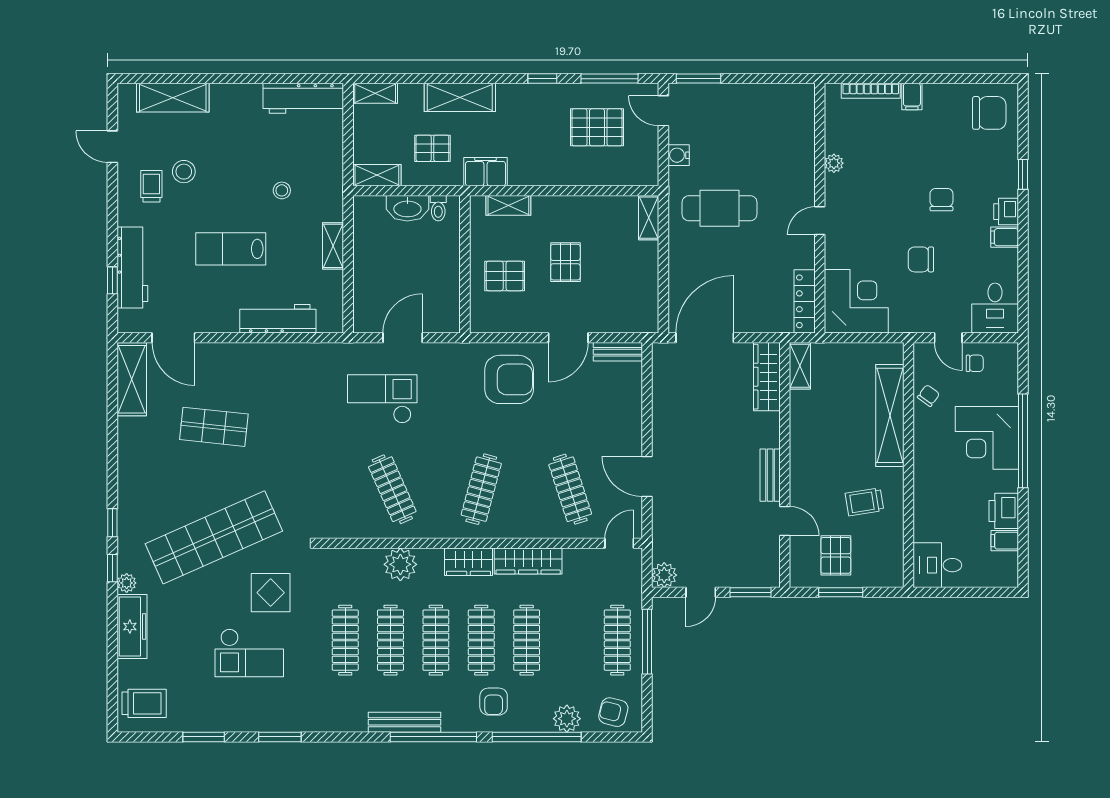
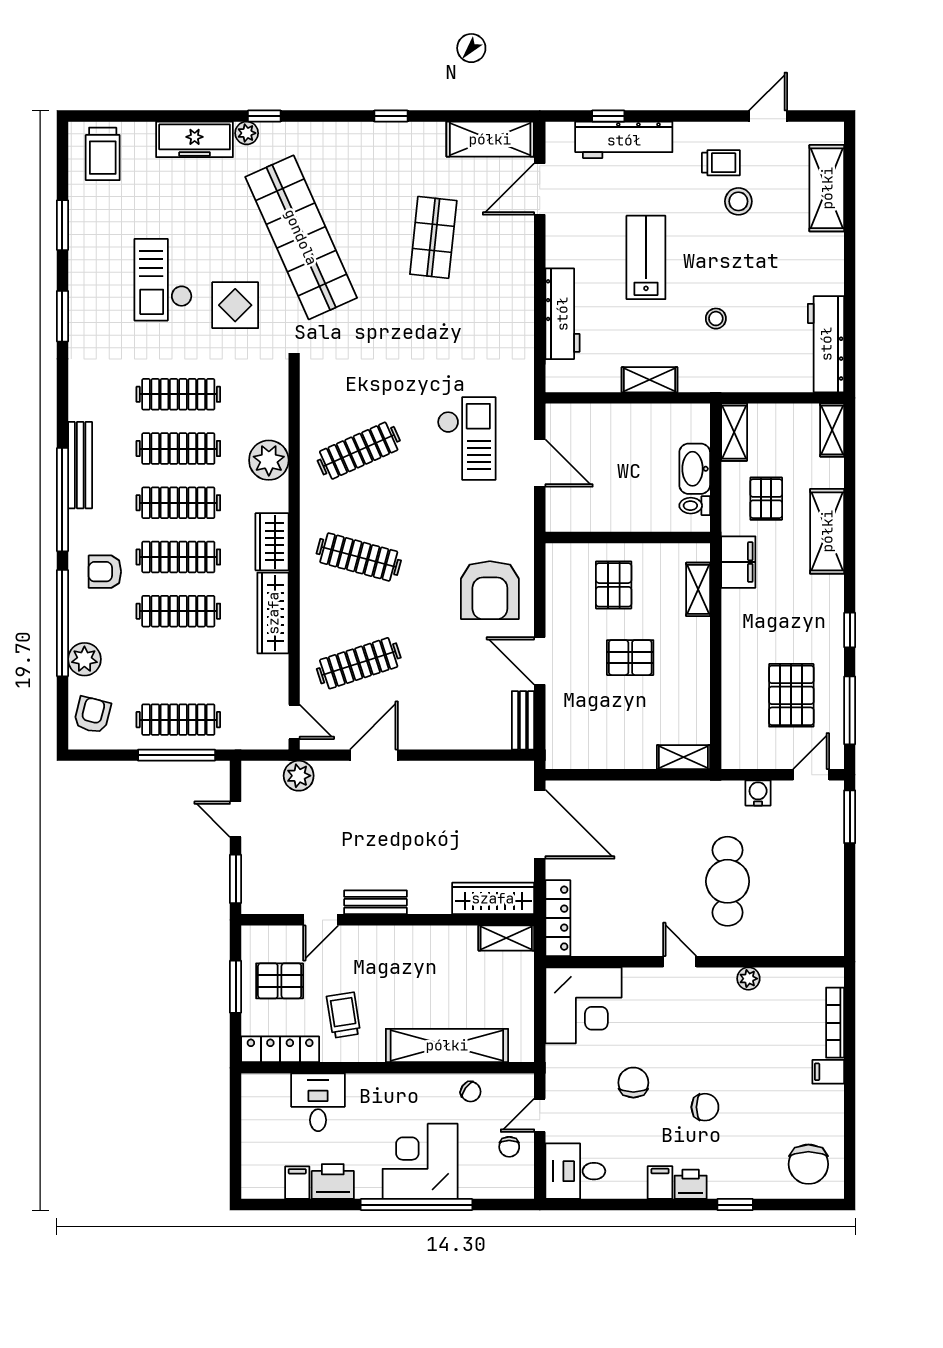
cafe table: (720, 208) -> (728, 881), moved
locker: (805, 301) -> (558, 918), moved, turned 90
window: (112, 523) -> (391, 116), moved
locker: (893, 555) -> (280, 1049), added
desk: (937, 565) -> (318, 1102), moved
plant: (664, 575) -> (299, 776), moved

